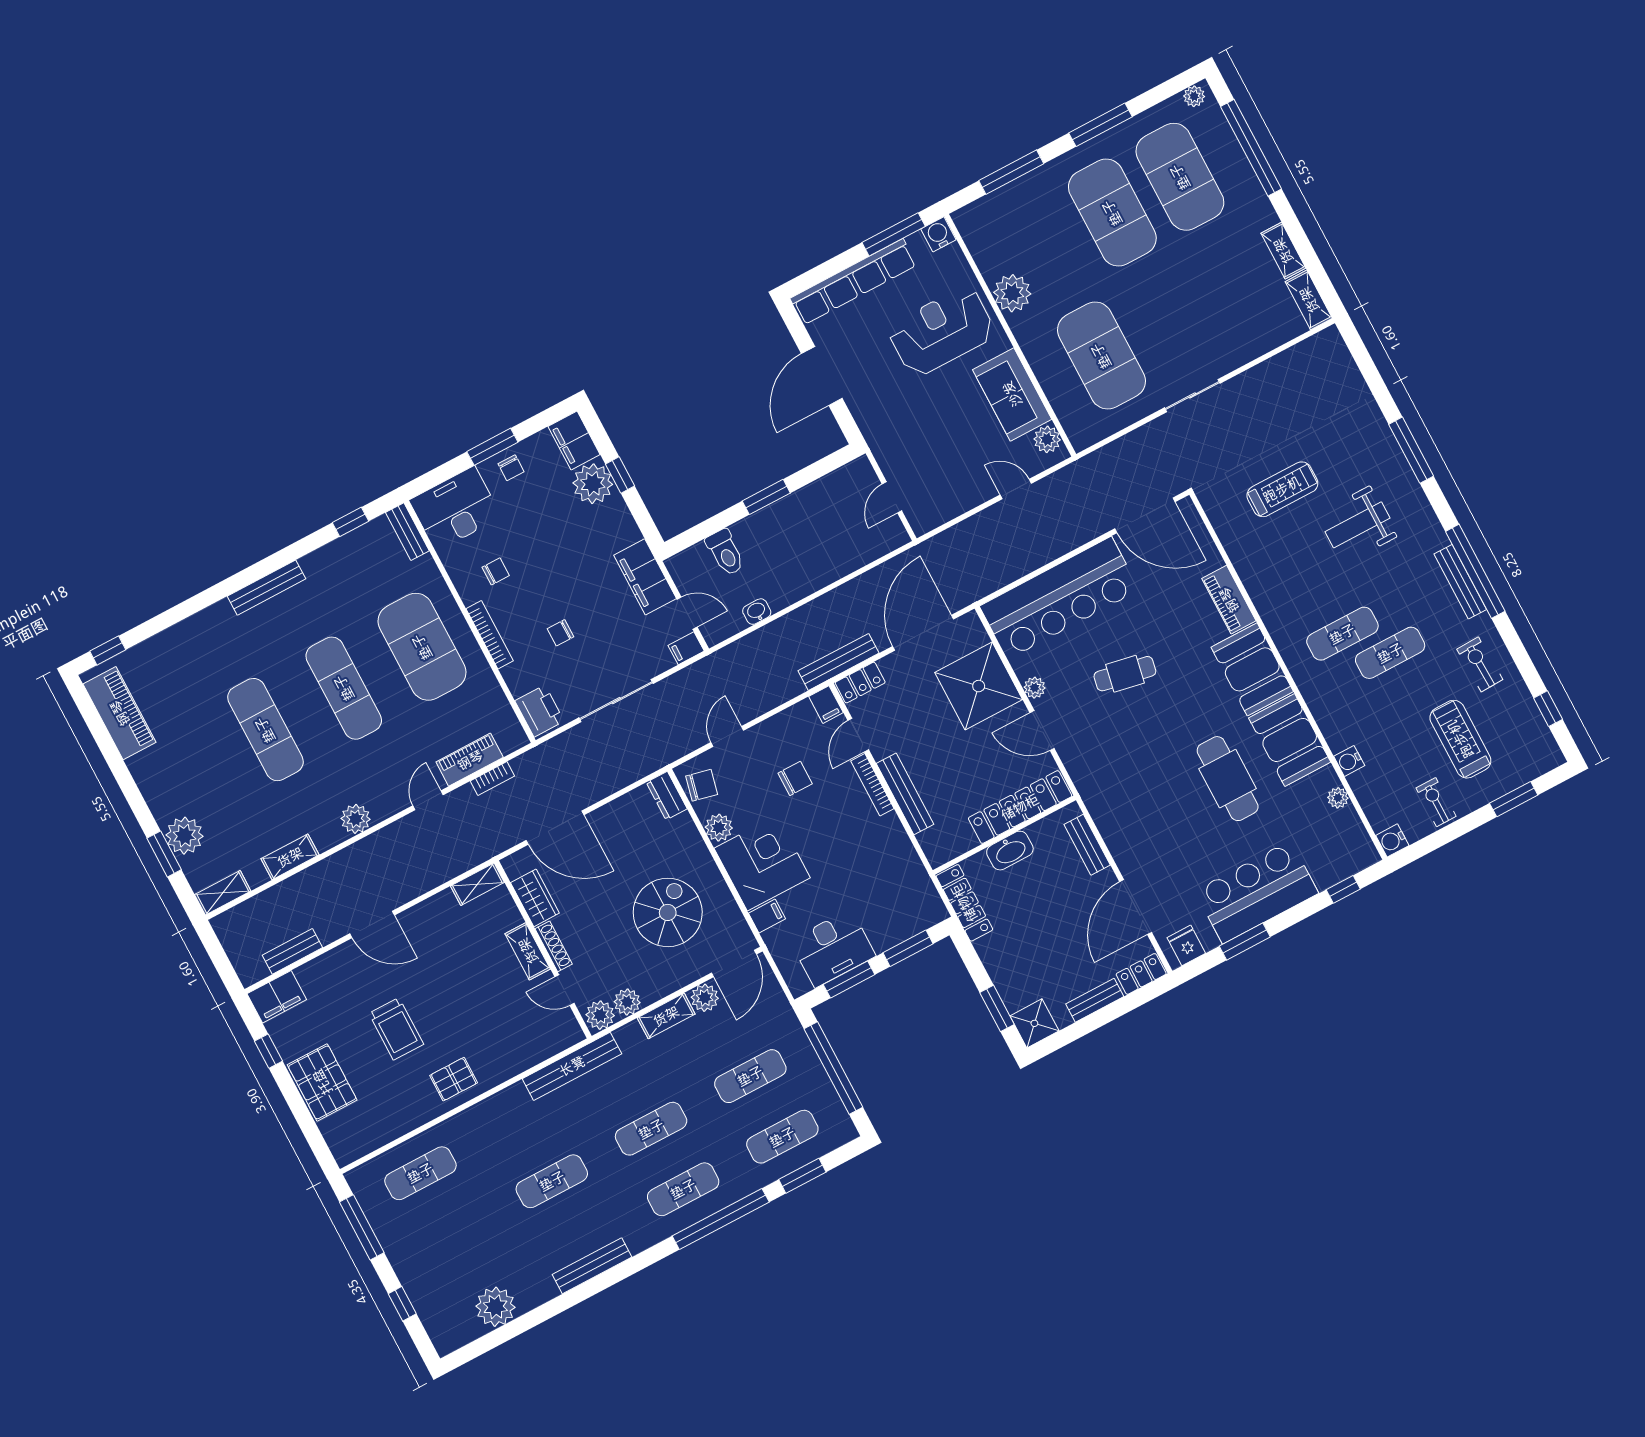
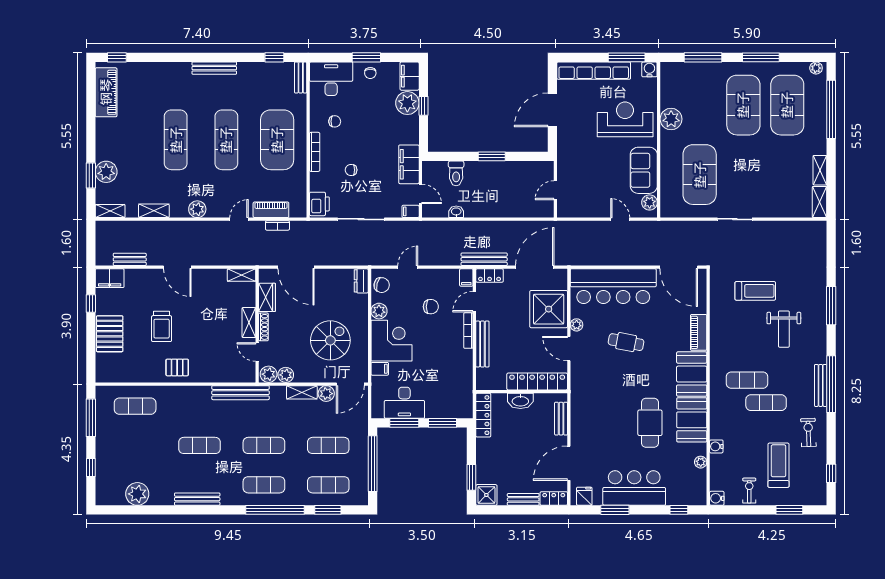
weight bench: (1358, 525) -> (784, 329), turned -90

